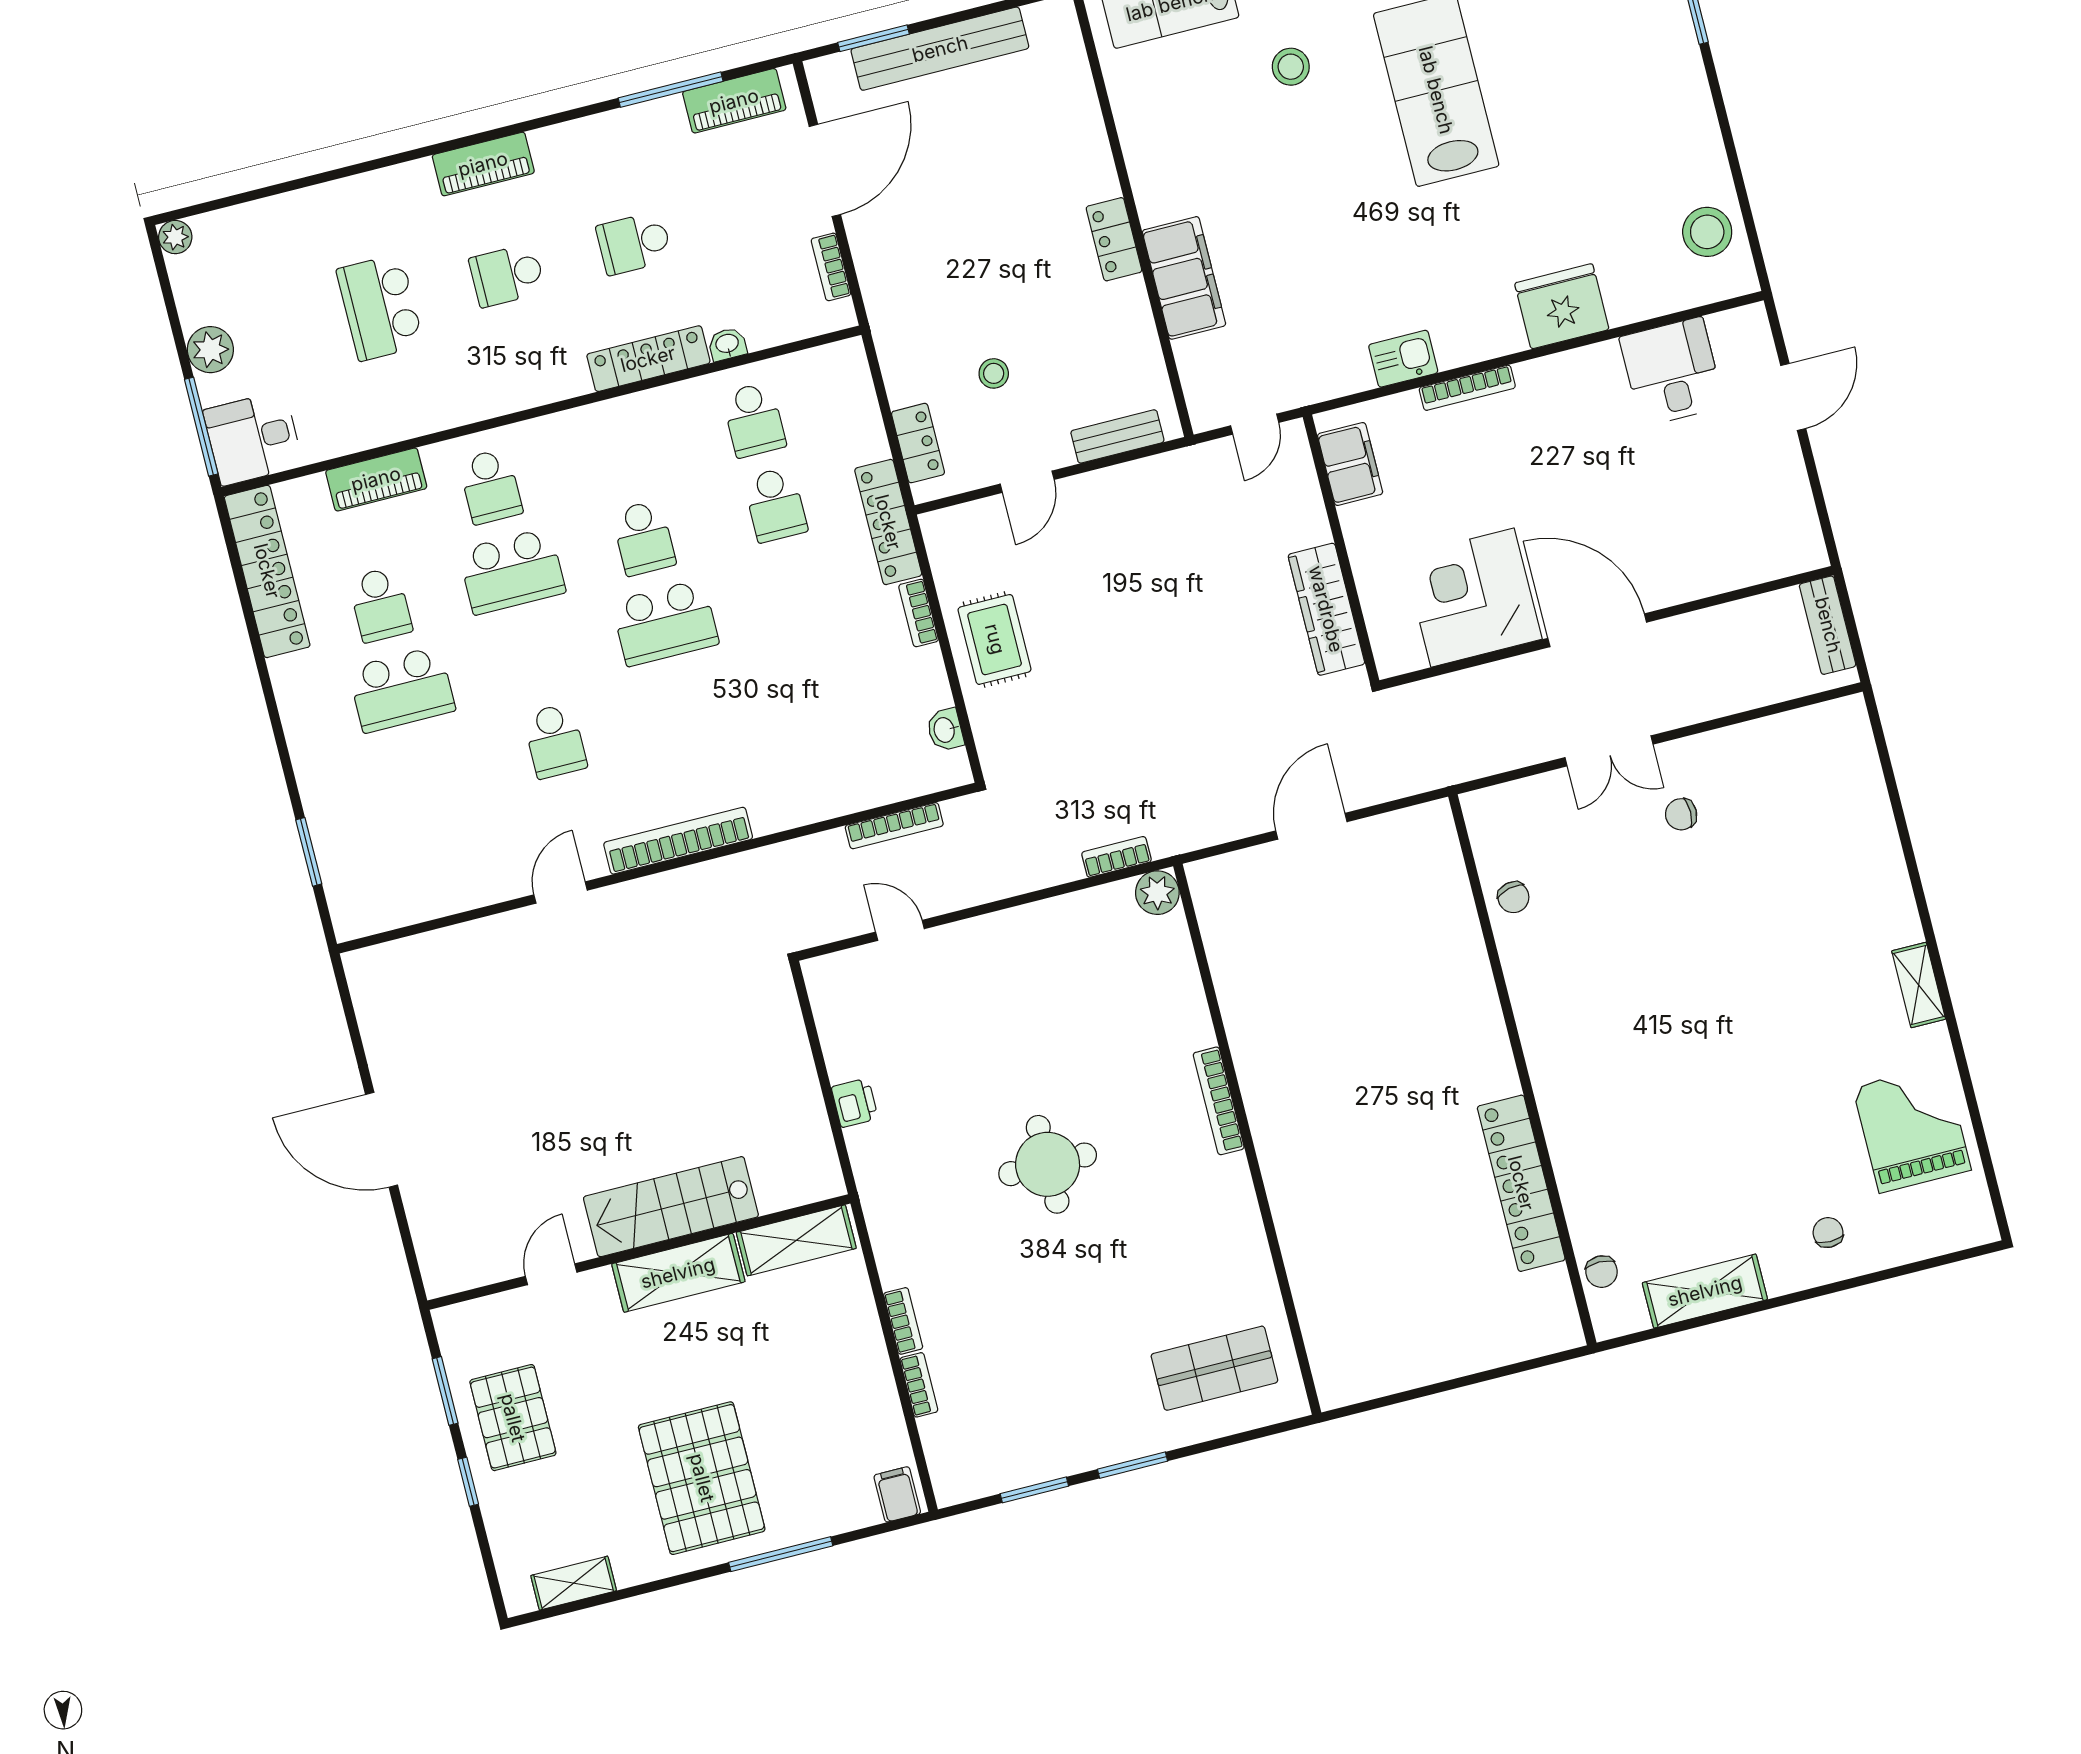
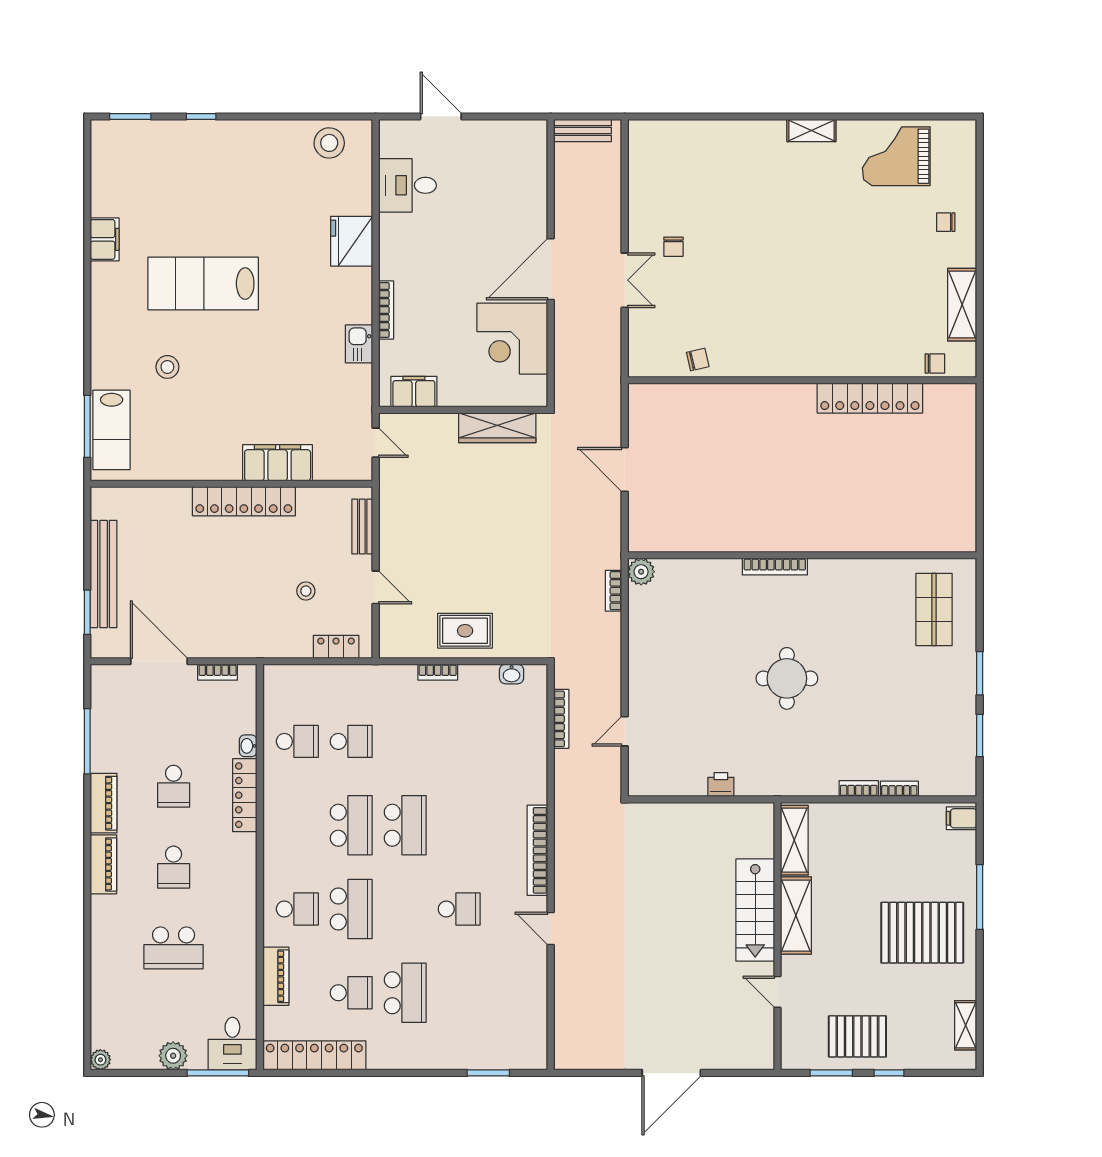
piano: (734, 101) -> (104, 803), moved
locker: (1114, 239) -> (244, 501), width x2.16, depth x1.21
locker: (888, 522) -> (379, 677), removed
school desk: (644, 538) -> (351, 825), width x1.85

